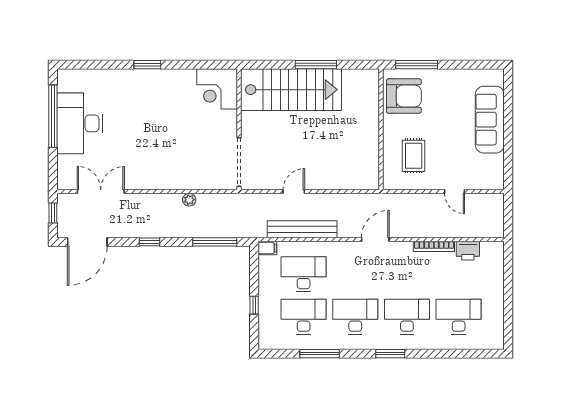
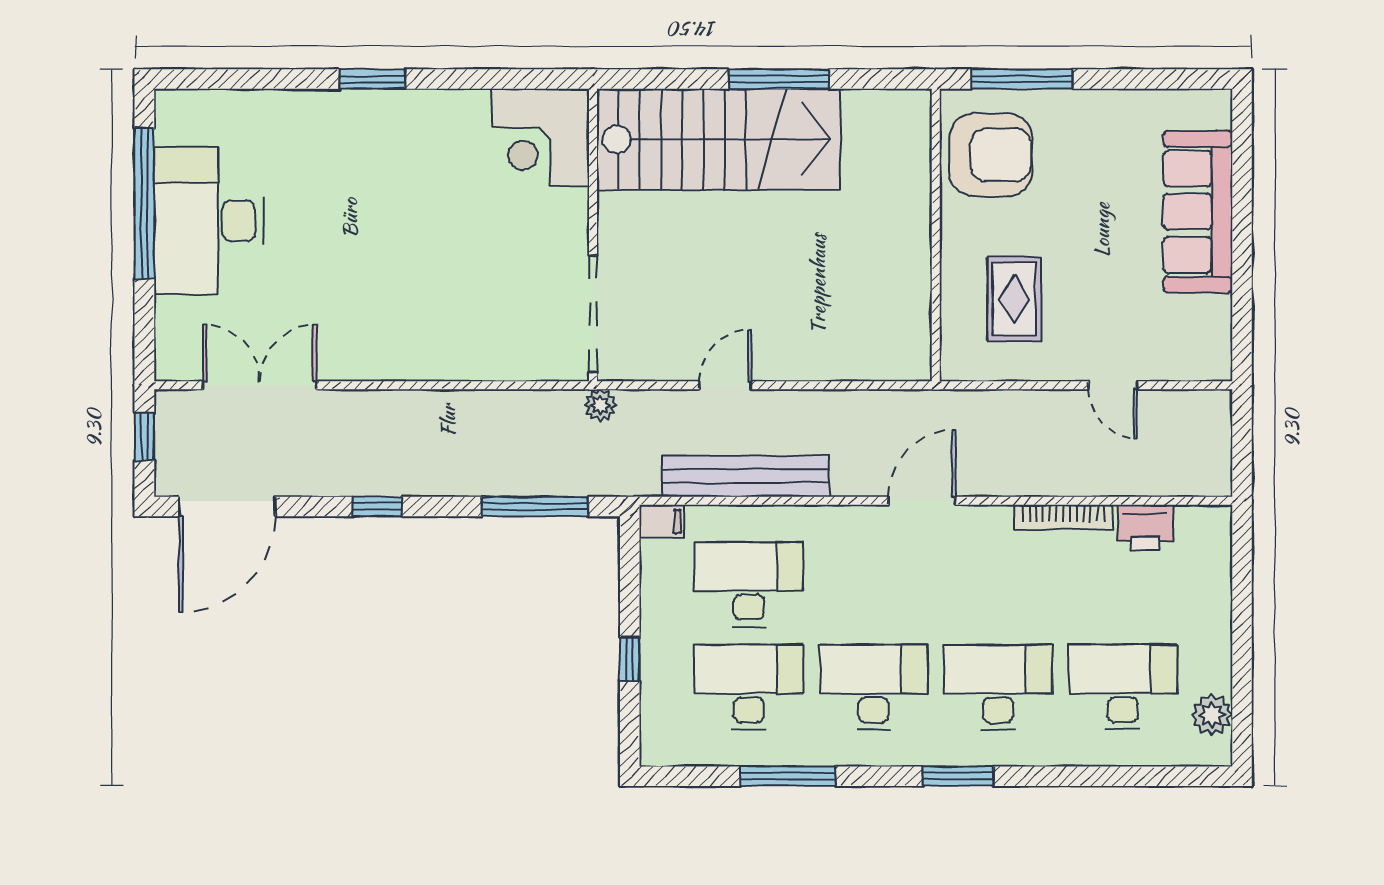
plant: (189, 200) -> (600, 405), moved
plant: (496, 328) -> (1212, 715), added

